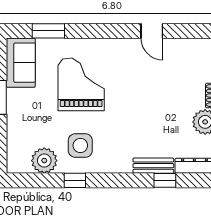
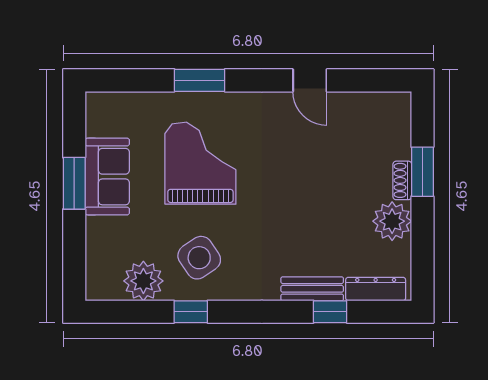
window: (48, 31) -> (200, 80), moved
sofa: (21, 63) -> (107, 177), moved
side table: (80, 145) -> (199, 258), turned -34

